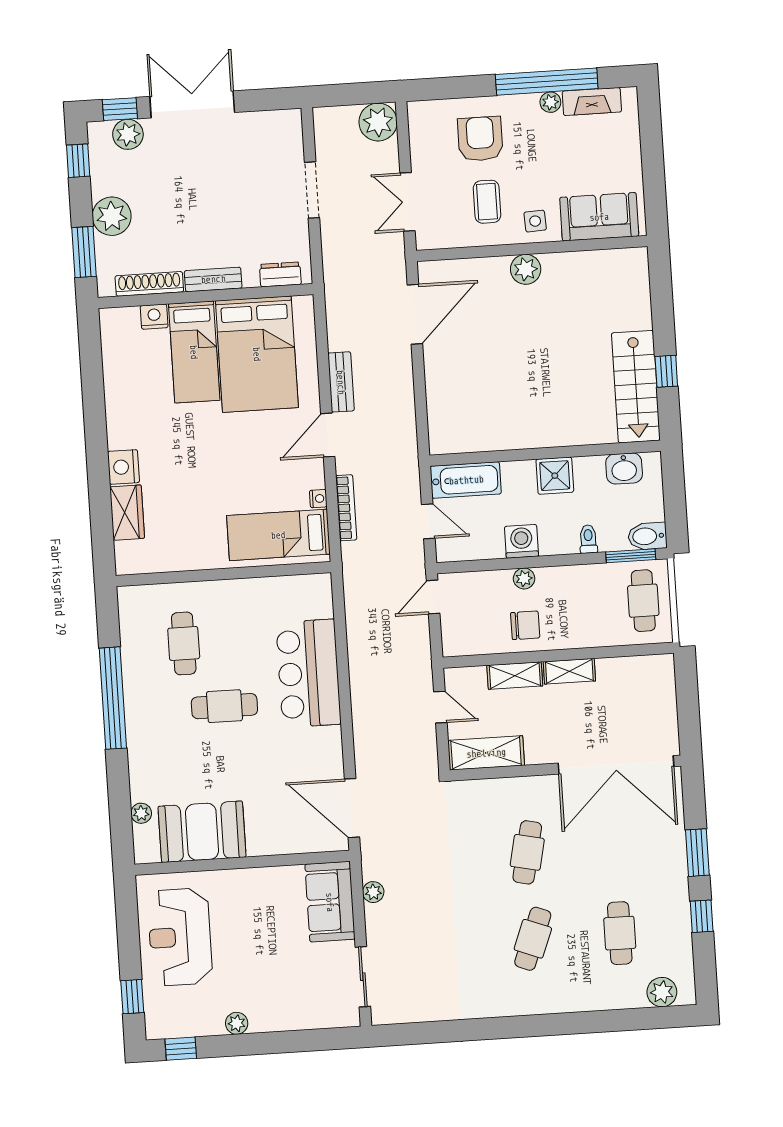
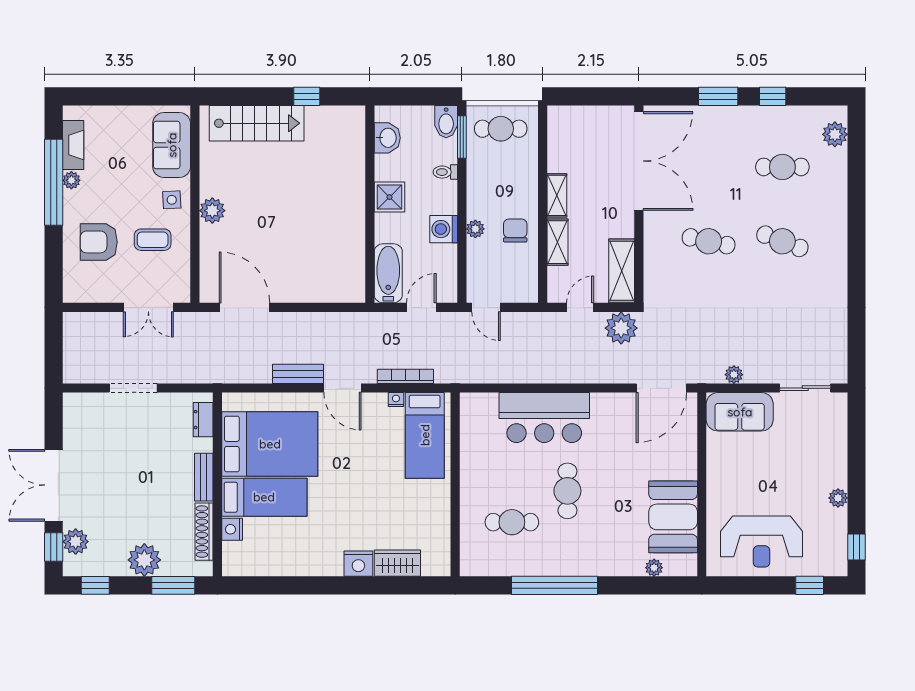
plant: (378, 122) -> (621, 328), moved
stairs: (636, 387) -> (257, 123), moved

